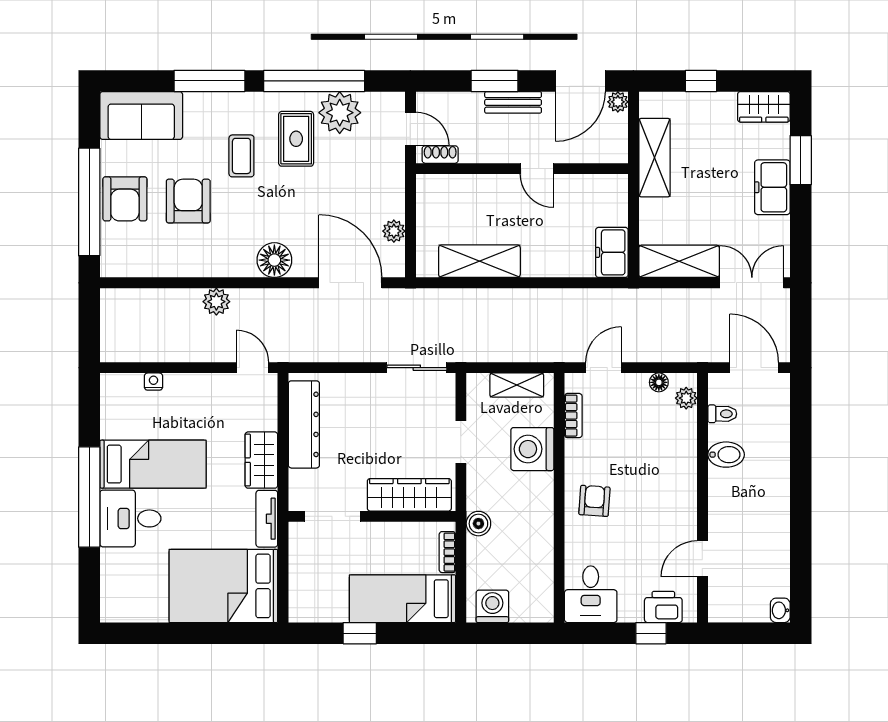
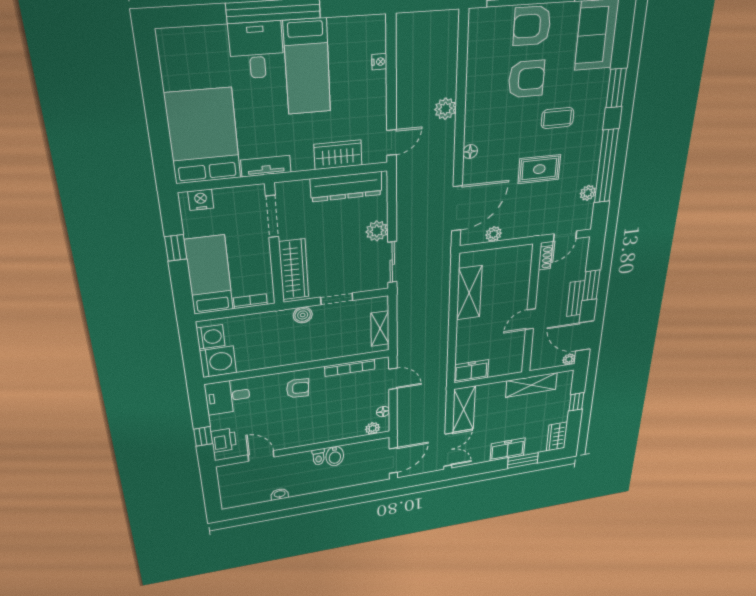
window: (209, 81) -> (616, 88), width x0.69
plant: (340, 113) -> (588, 193), width x0.53, depth x0.53
rug: (296, 139) -> (539, 169), moved
floor lamp: (274, 260) -> (470, 152), width x0.53, depth x0.53
plant: (369, 387) -> (377, 231), added
toilet: (722, 414) -> (318, 457), moved
bookcase: (573, 416) -> (350, 368), width x1.56
washing machine: (532, 449) -> (218, 362), moved, turned 90
wardrobe: (261, 460) -> (338, 155), moved
boiler: (478, 524) -> (303, 315), moved
nightstand: (301, 597) -> (201, 200), added
washbasin: (780, 610) -> (280, 494), moved

